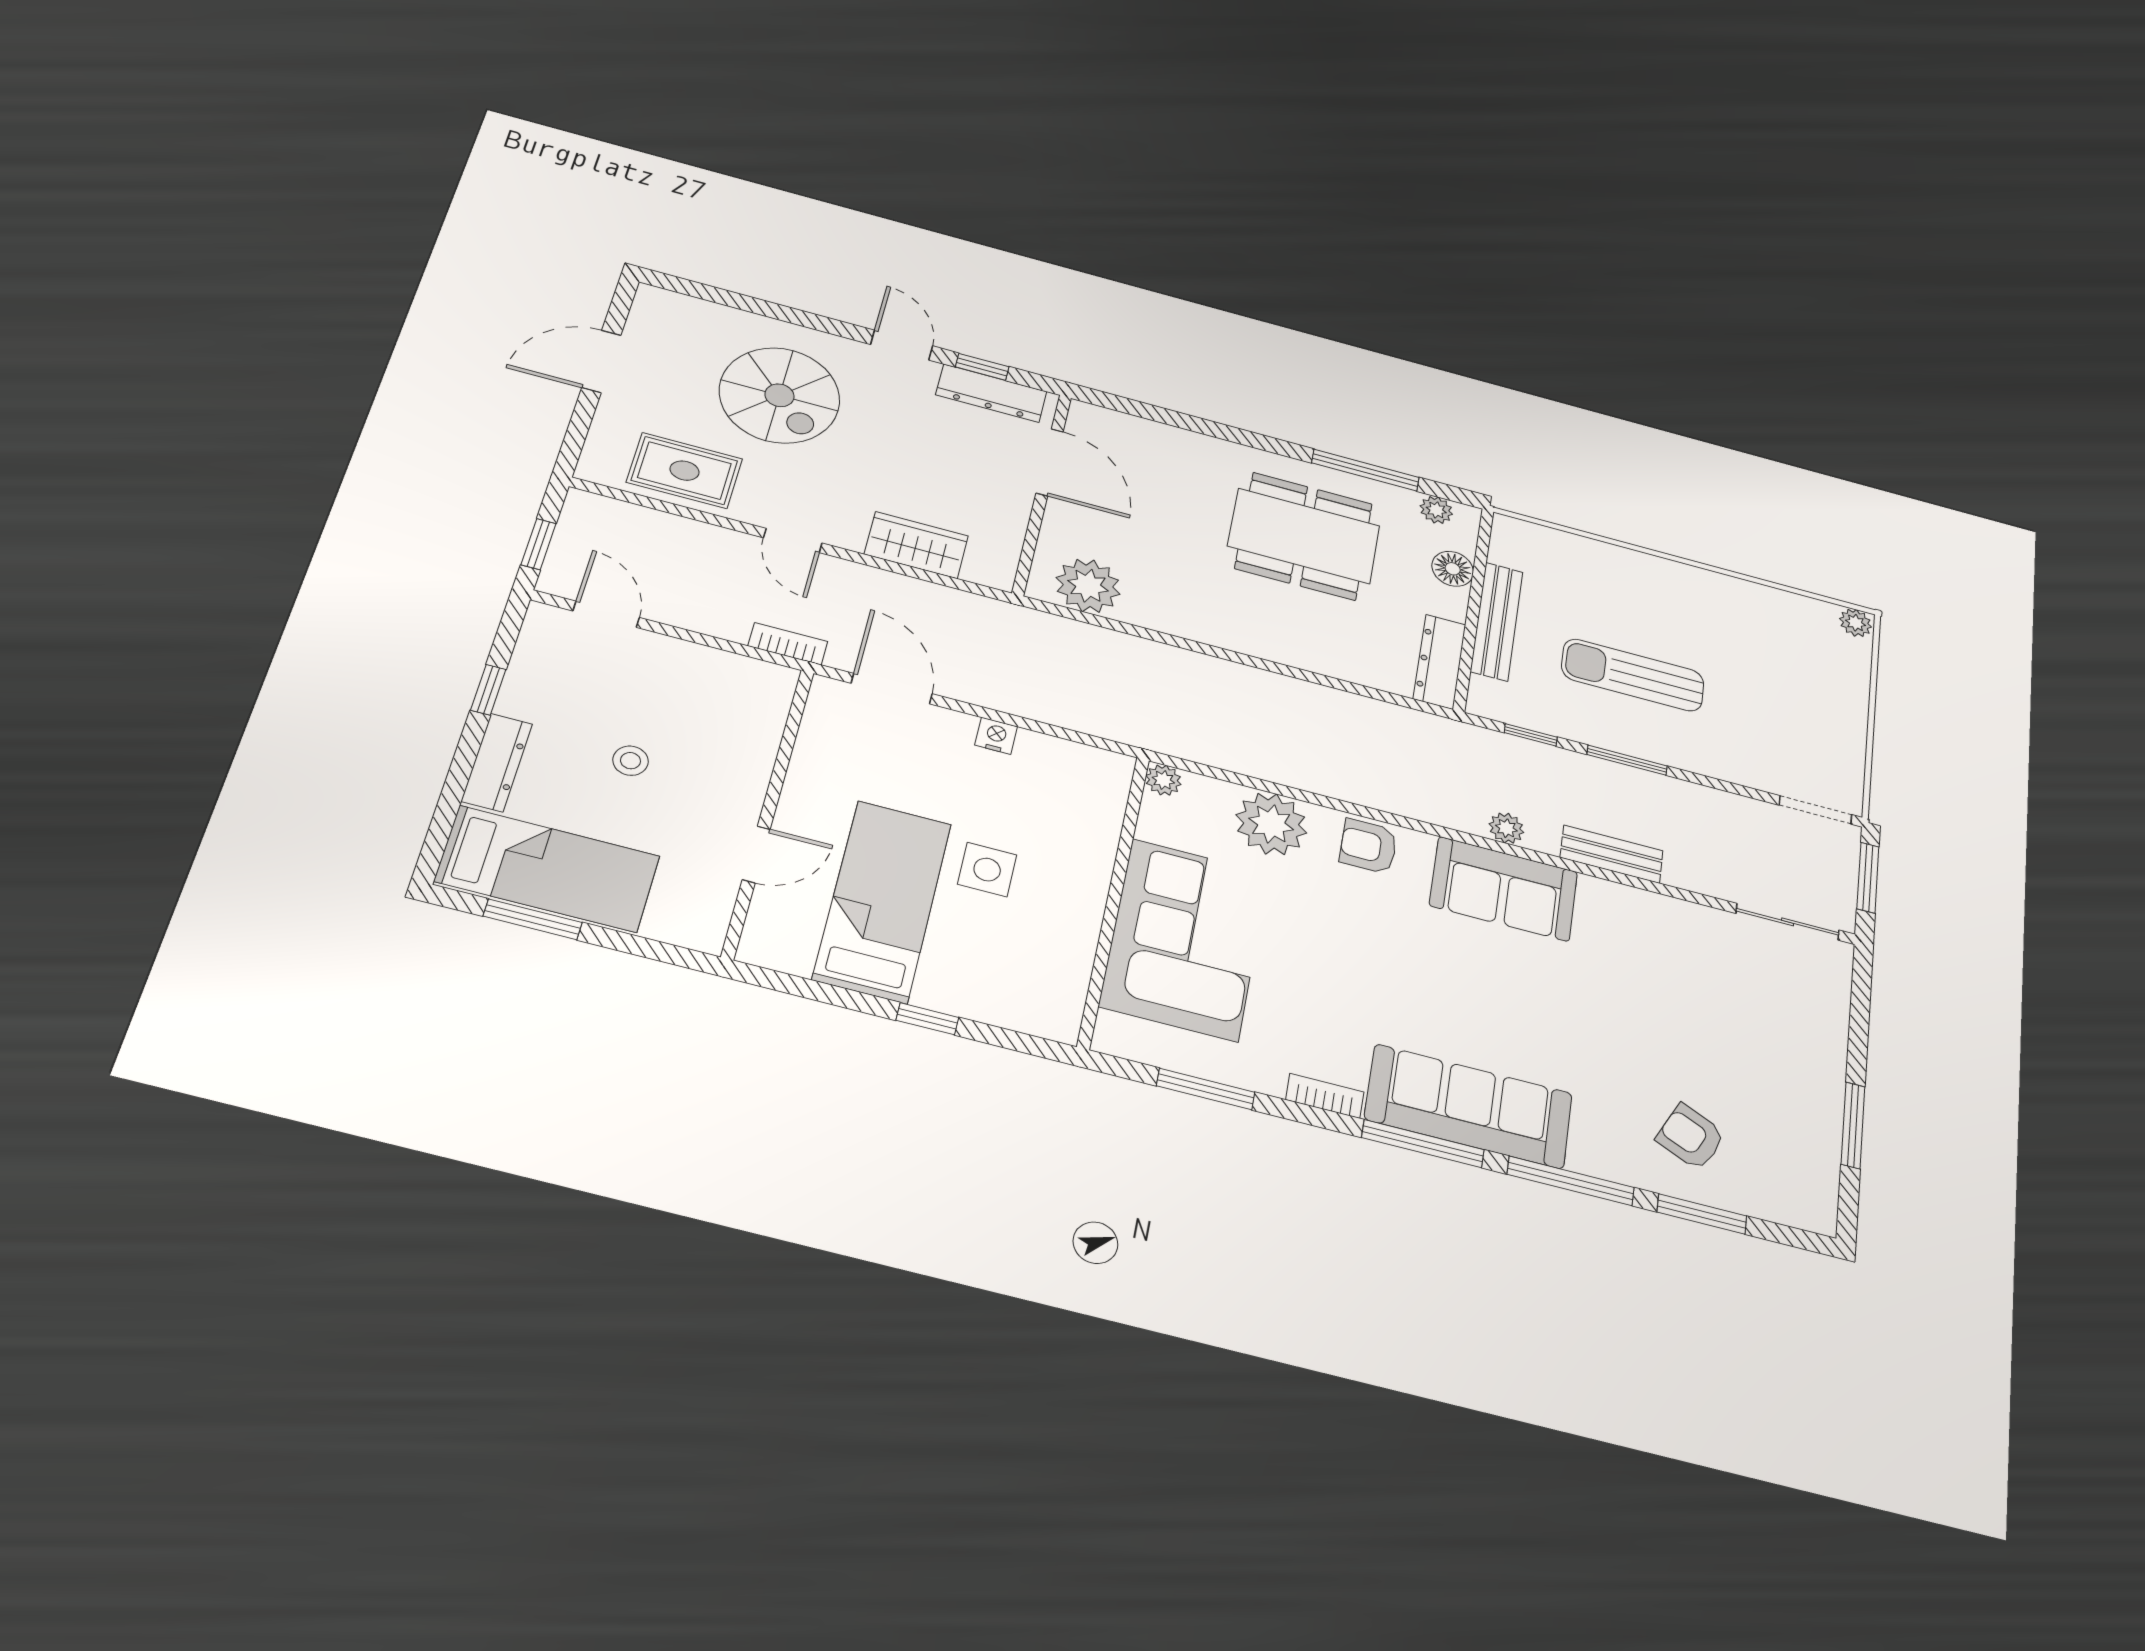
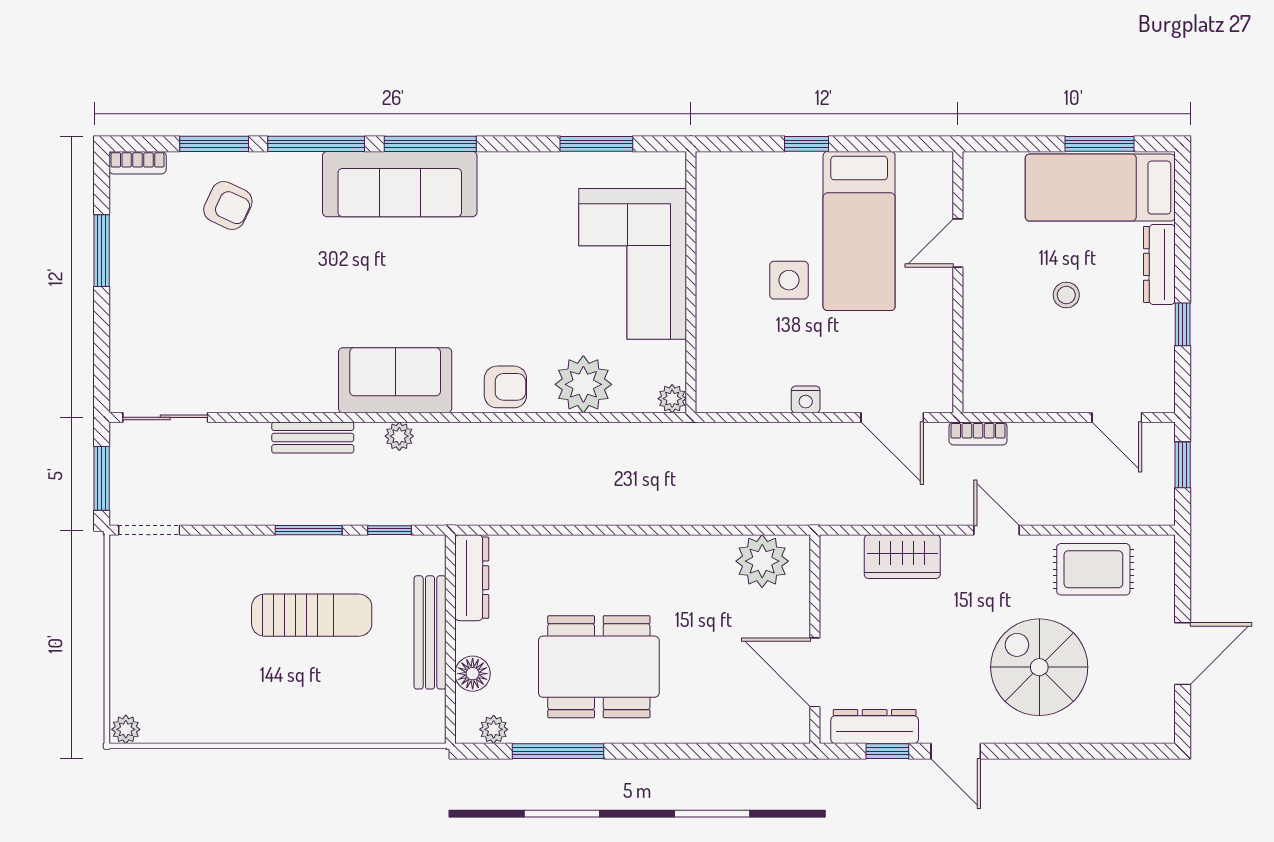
bookcase: (1325, 1096) -> (138, 163), moved

